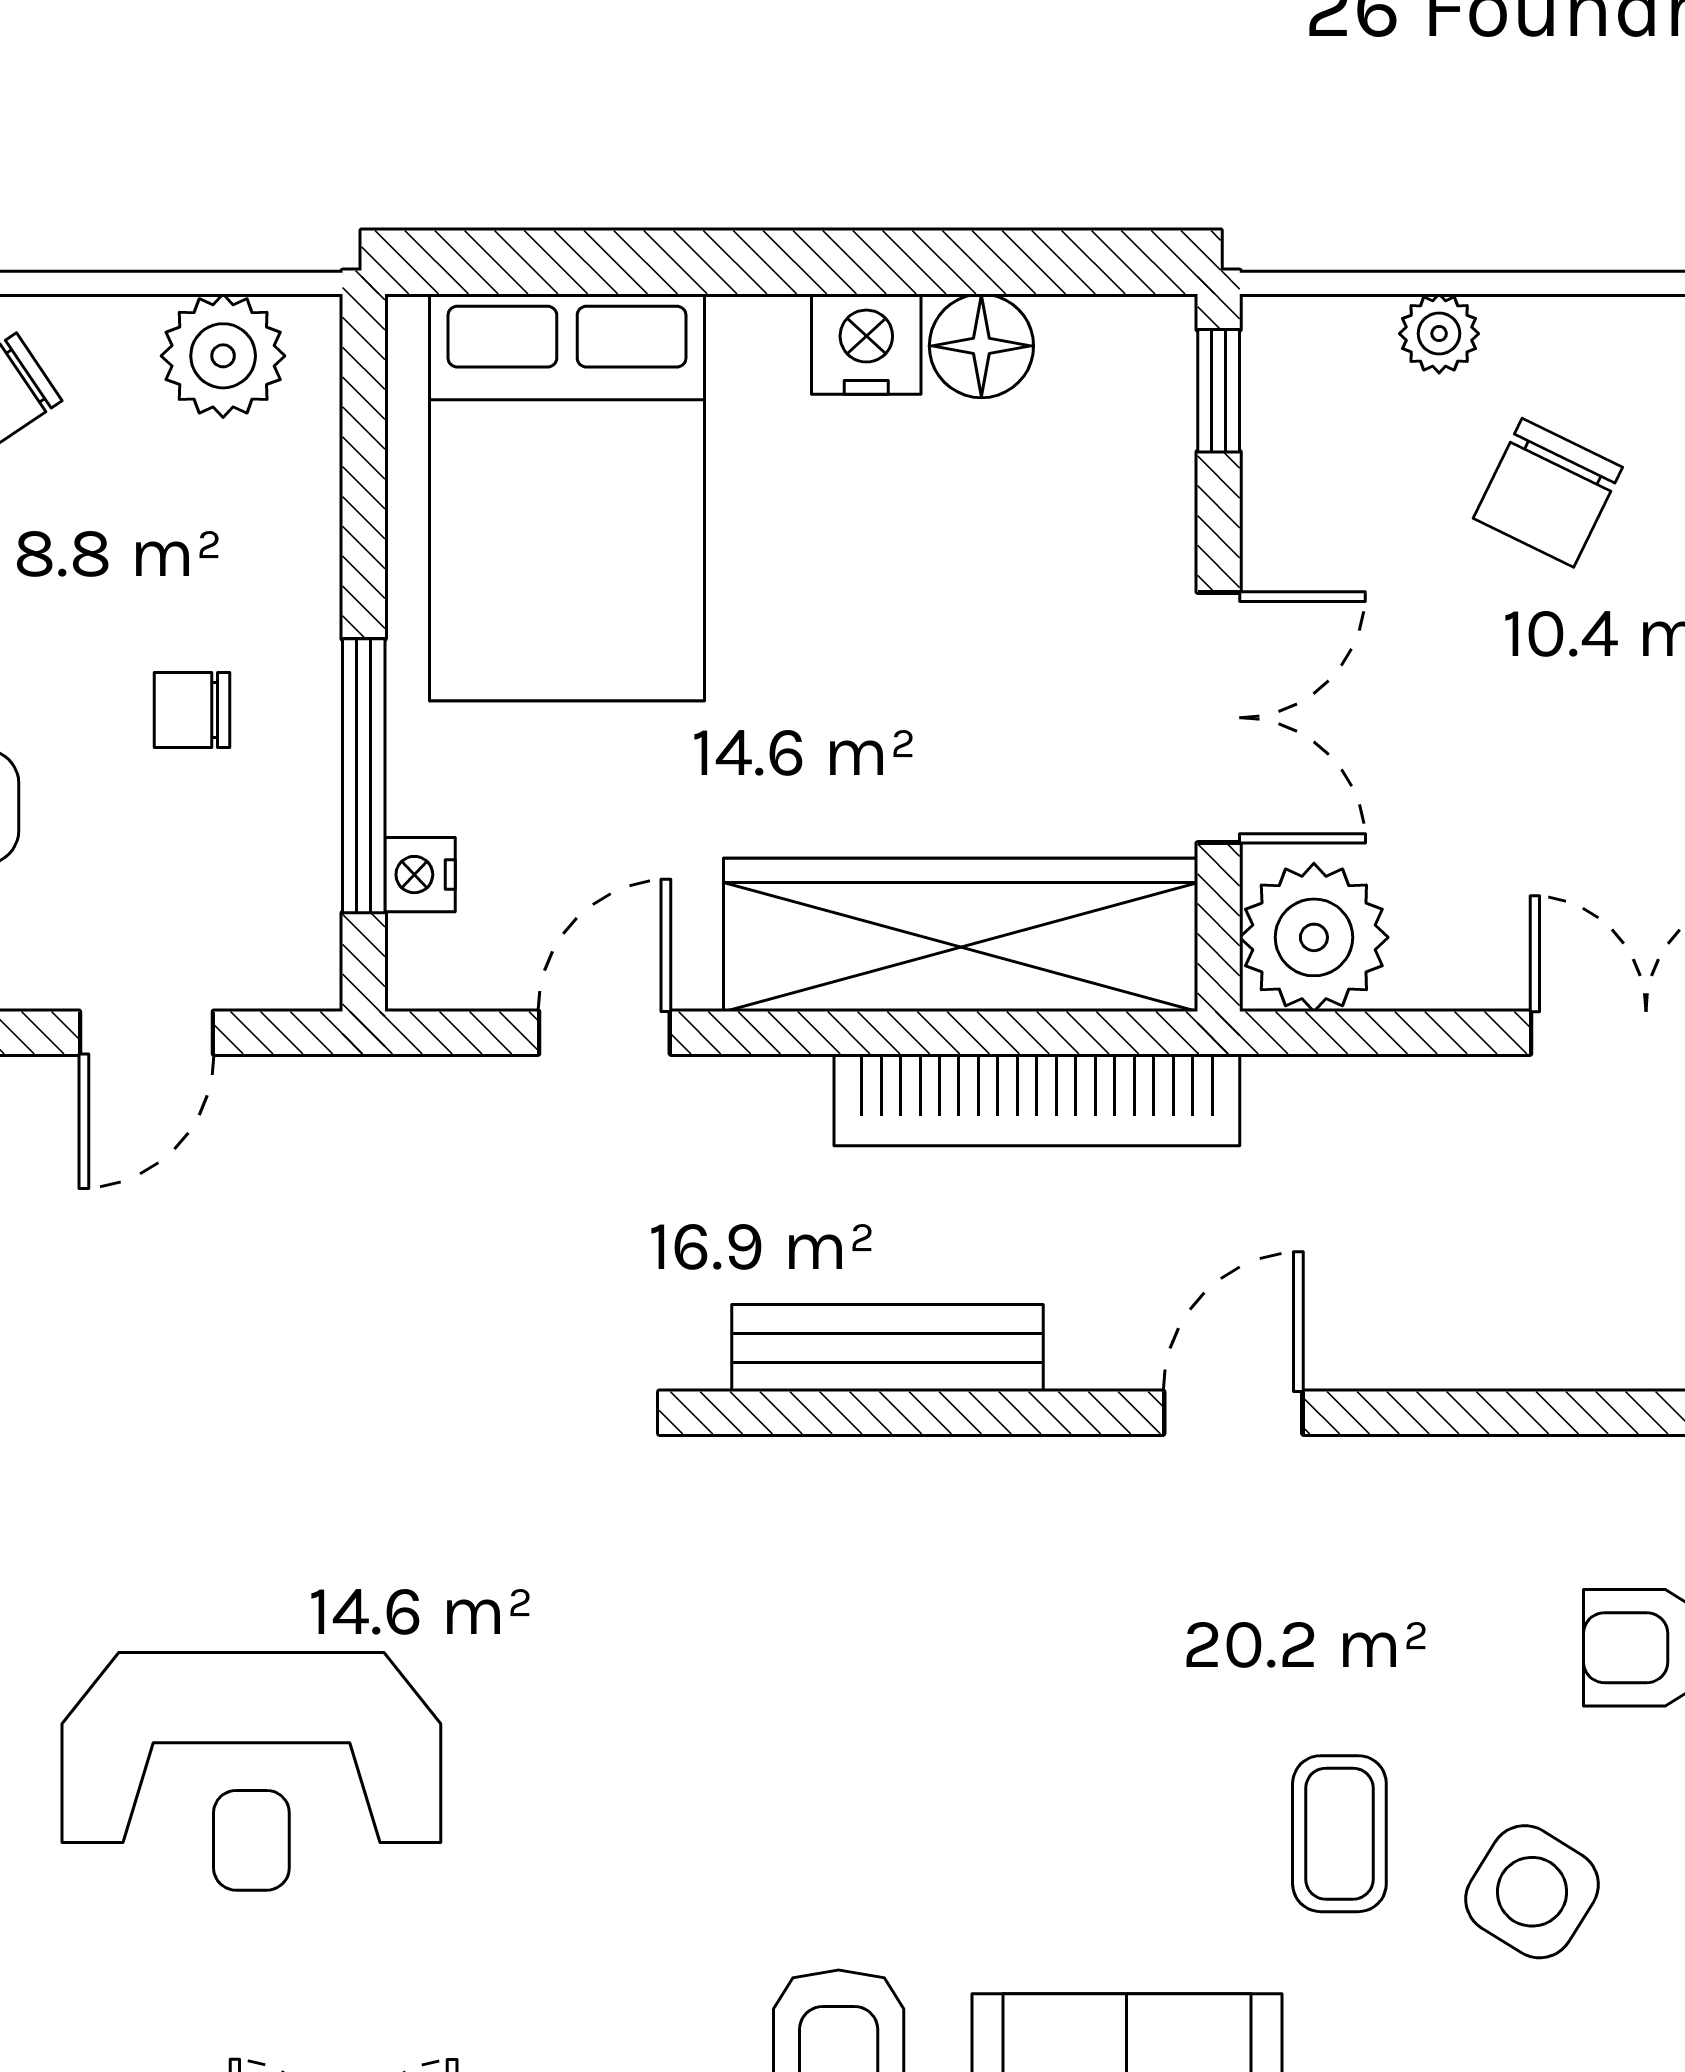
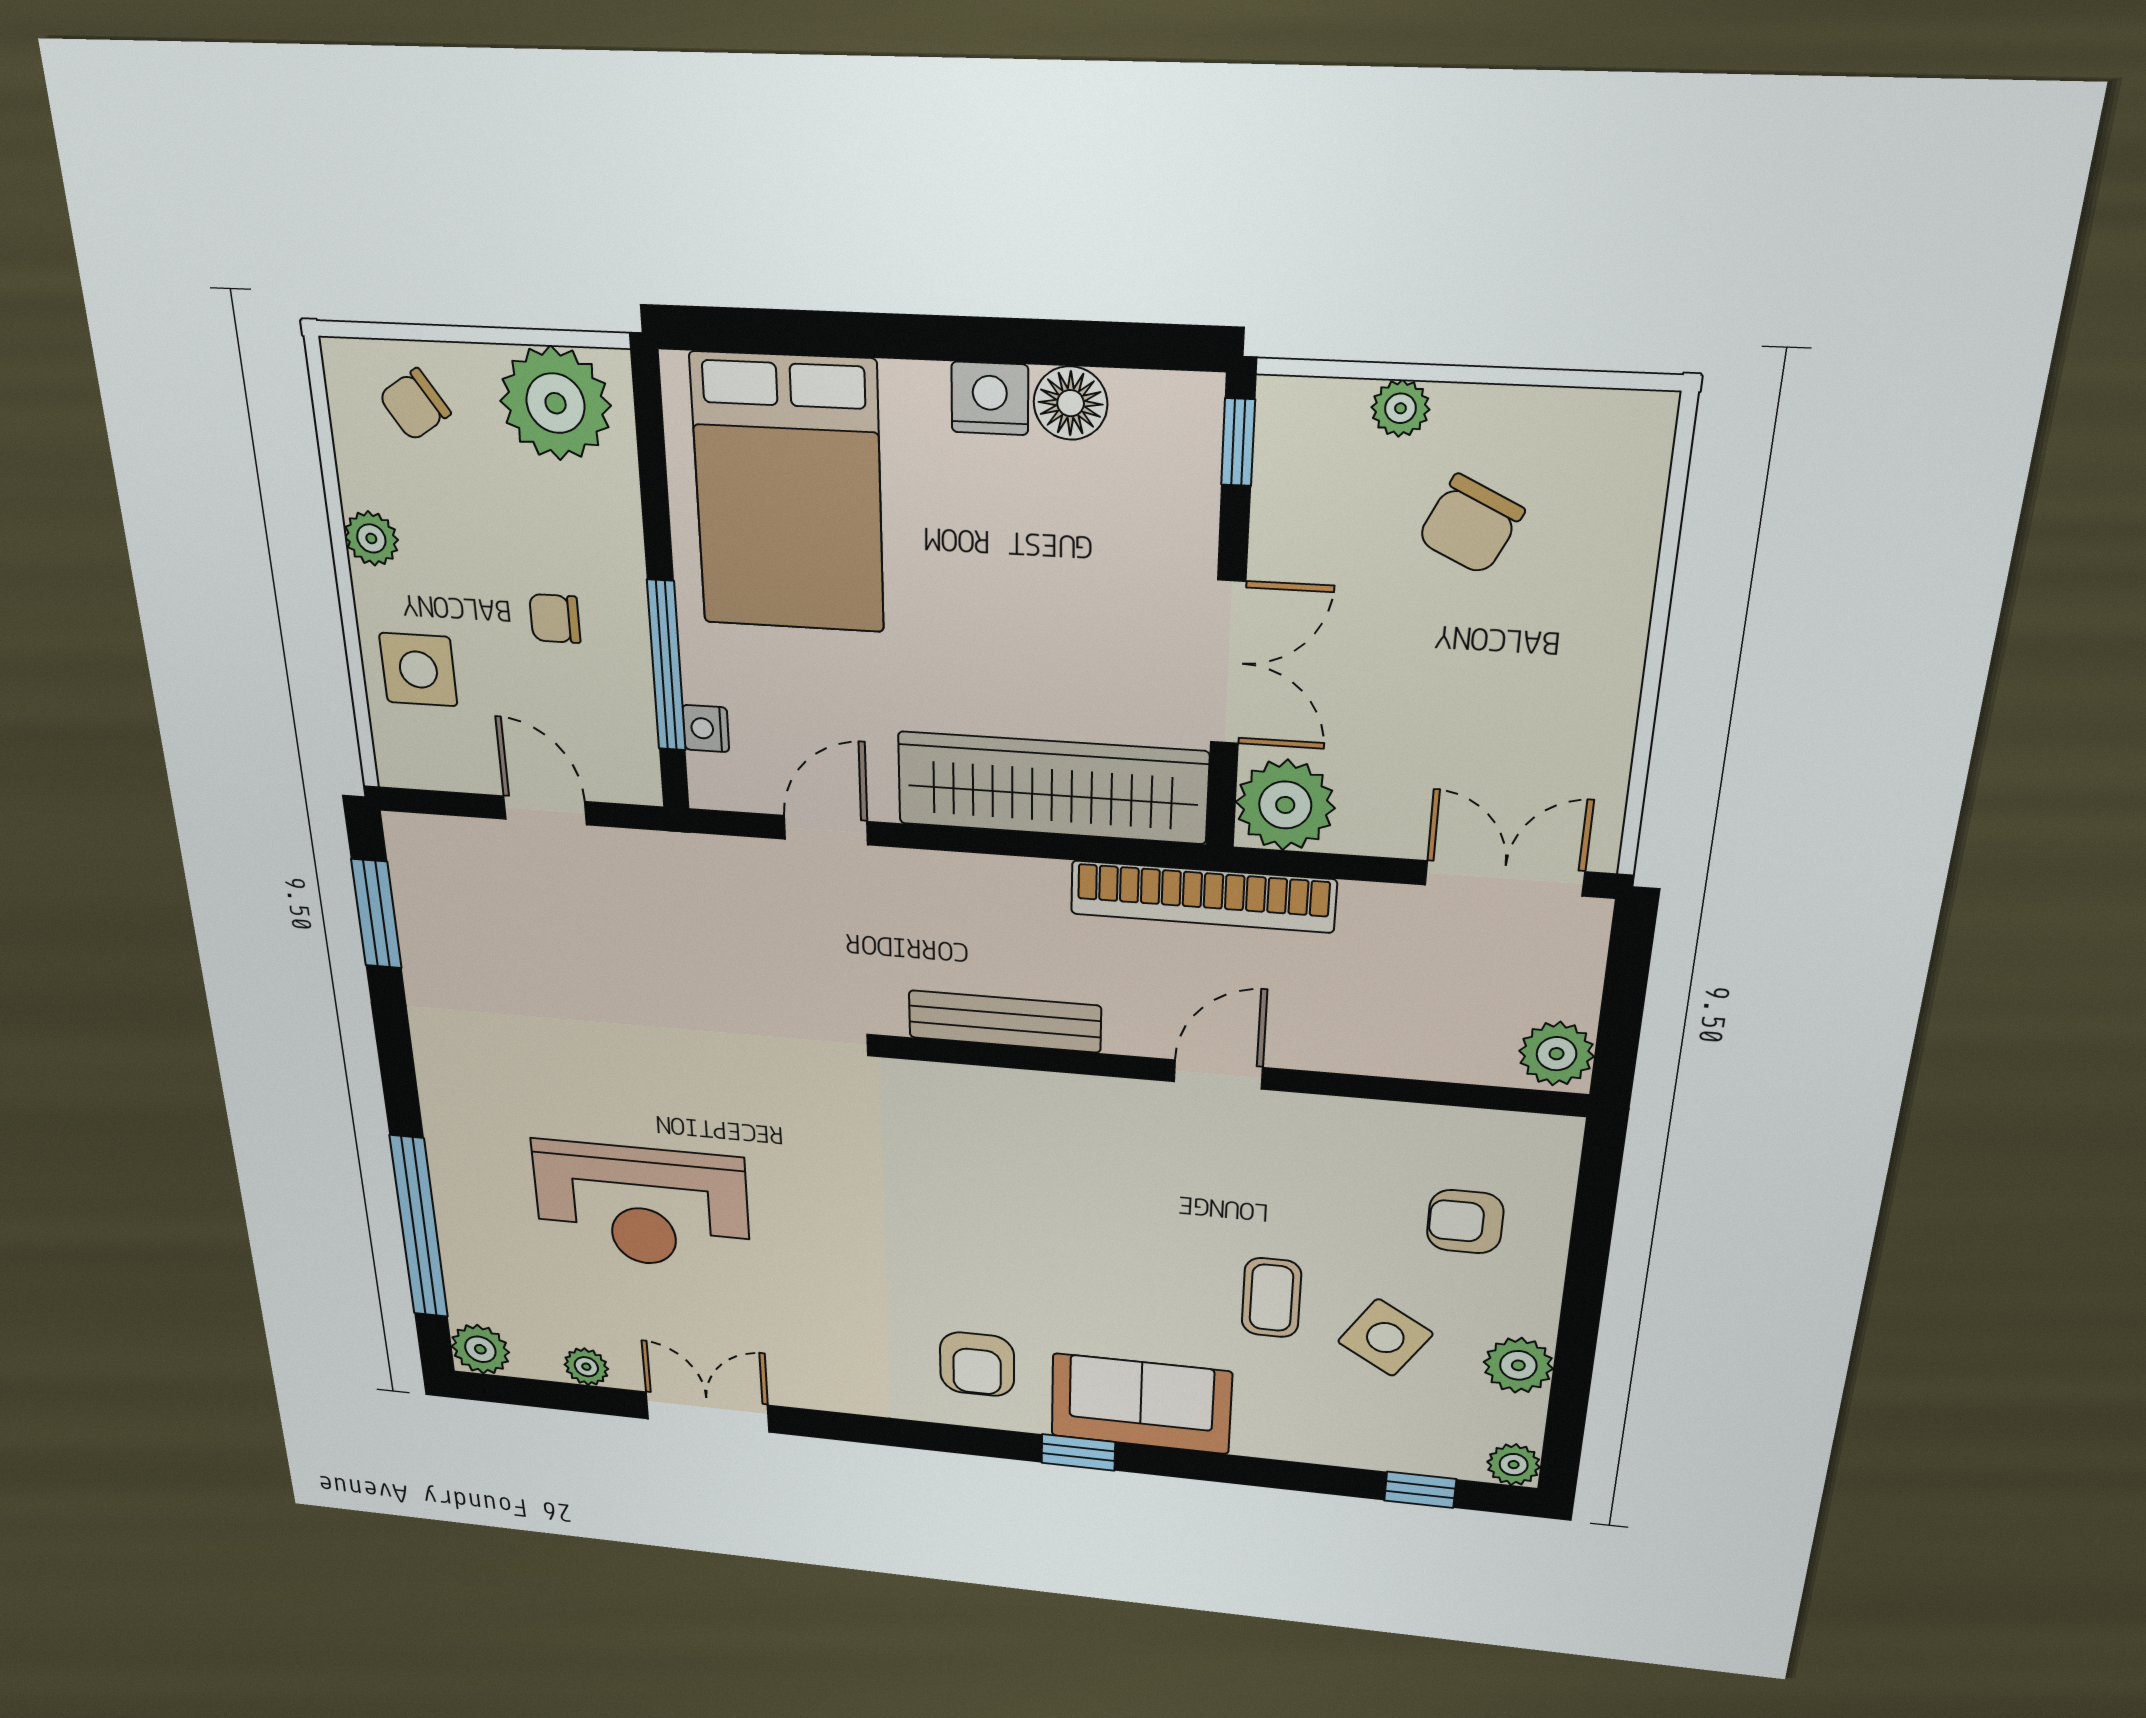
plant: (223, 356) -> (556, 403), width x1.36, depth x1.36
door: (146, 1033) -> (545, 810), swing flipped
bookcase: (1037, 1100) -> (1203, 897), moved

